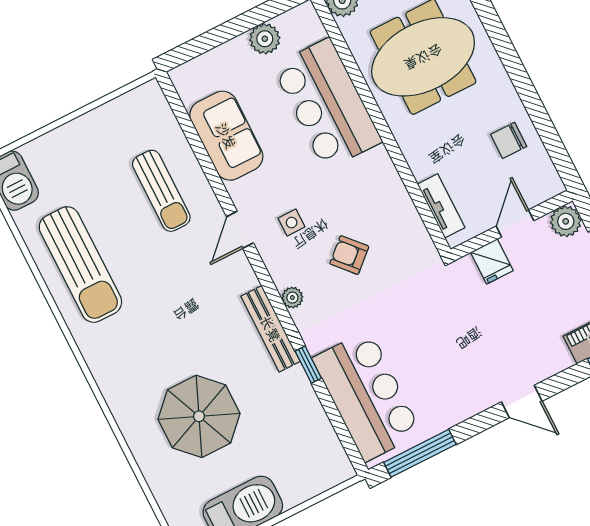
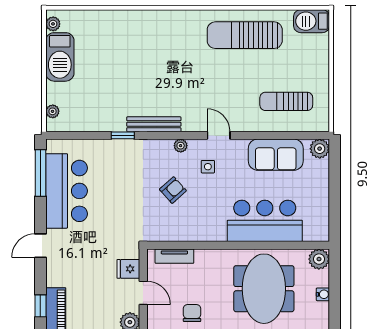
plant: (265, 39) -> (320, 149), moved
sun lounger: (161, 191) -> (286, 101), moved
plant: (292, 298) -> (181, 146), moved
bar counter: (367, 396) -> (67, 191), moved, turned -90
parasol: (199, 416) -> (125, 59), removed
plant: (325, 480) -> (53, 111), added

